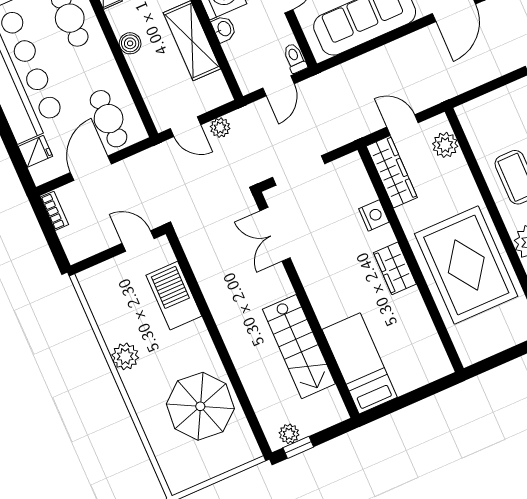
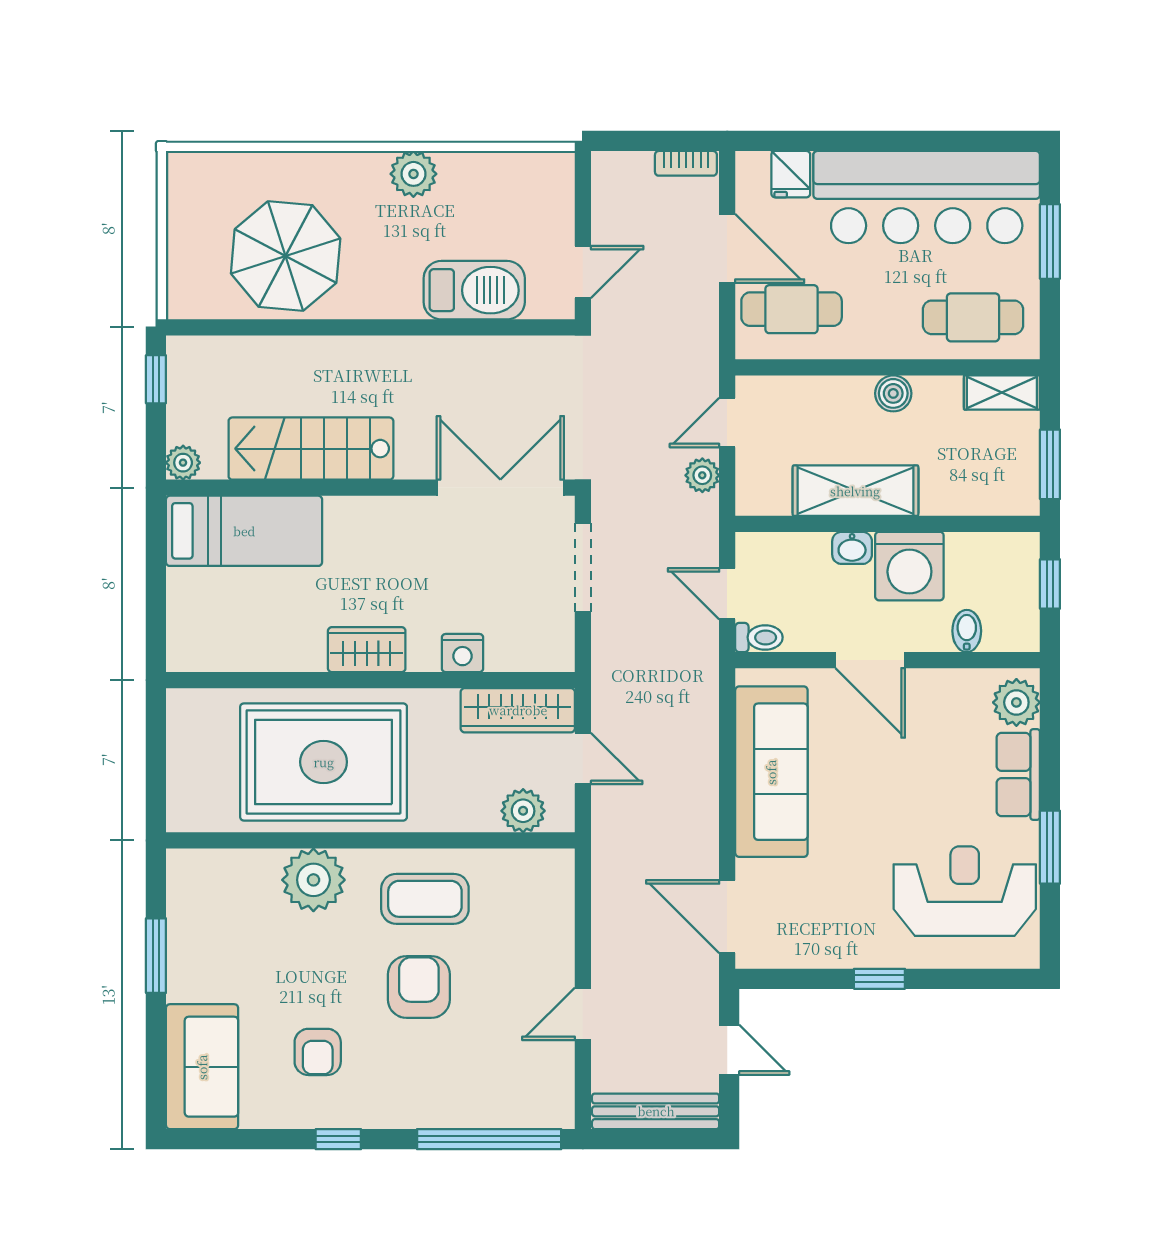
door: (403, 125) -> (583, 759), hinge flipped
double door: (275, 234) -> (500, 488), width x1.37
plant: (289, 434) -> (183, 463), moved

